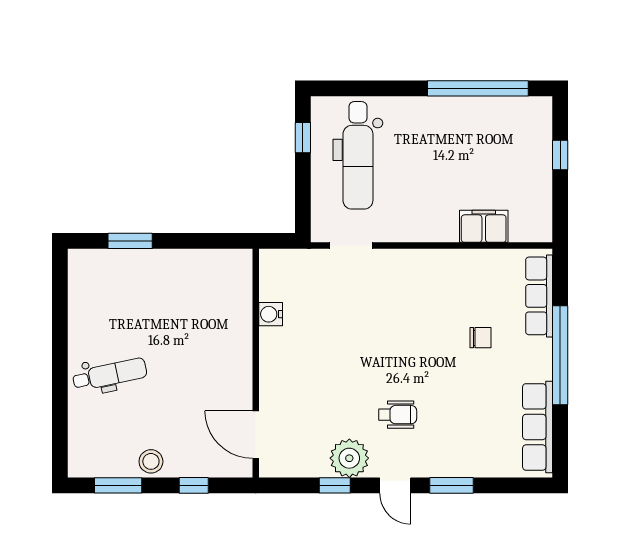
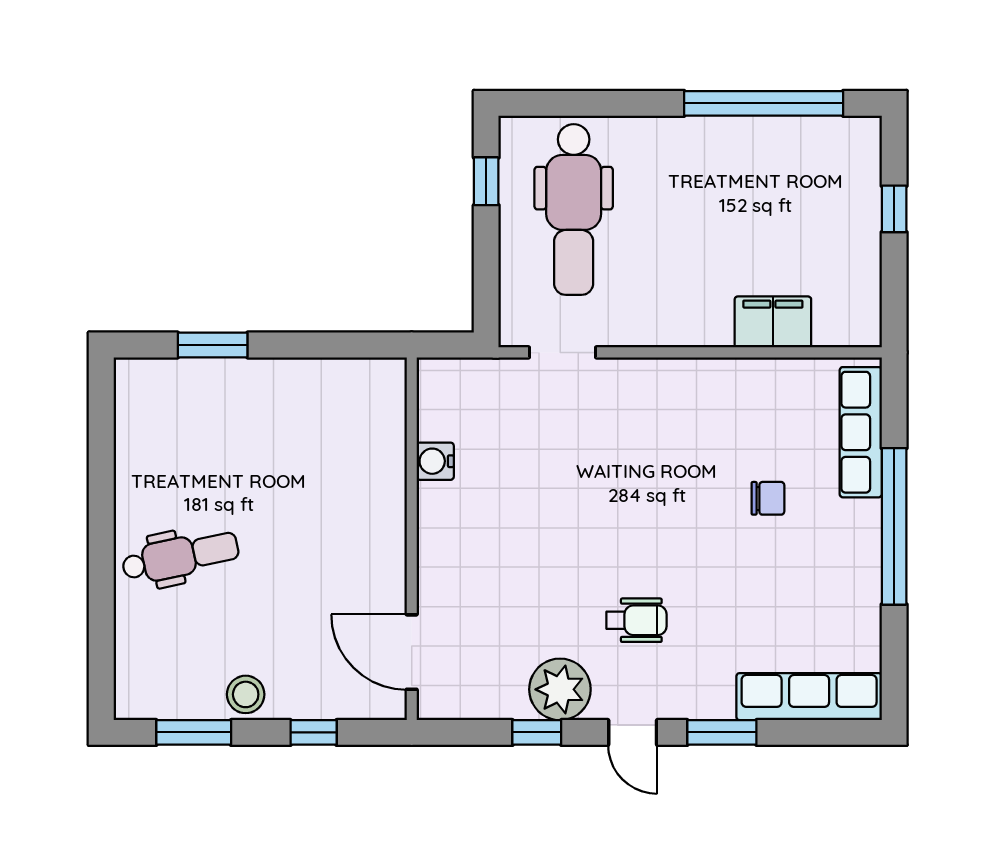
row of seats: (538, 427) -> (809, 697), moved, turned 90

